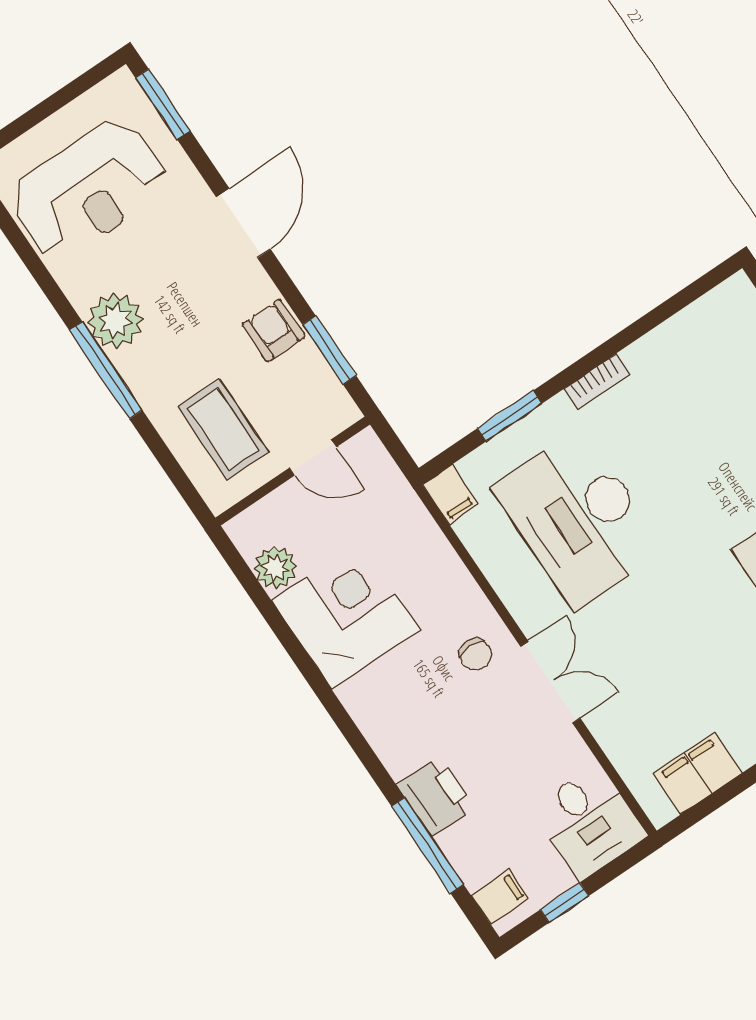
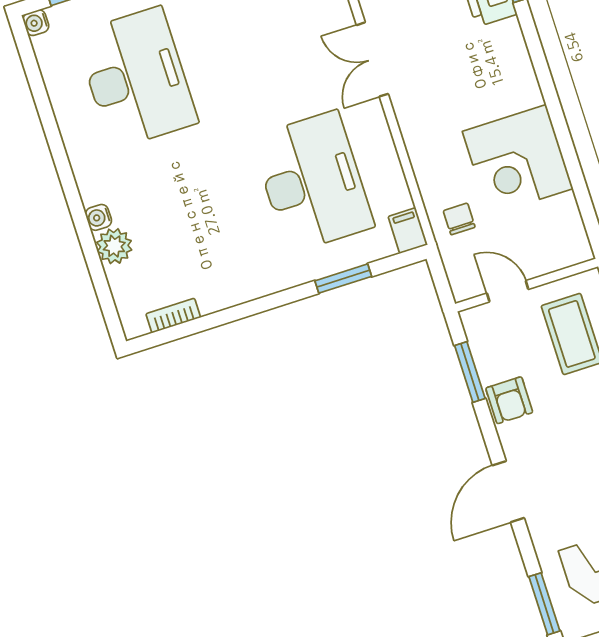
bookcase: (597, 382) -> (173, 316), moved
plant: (275, 568) -> (563, 213), removed
chair: (475, 655) -> (459, 219), moved

